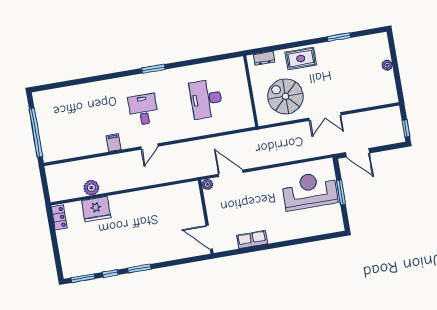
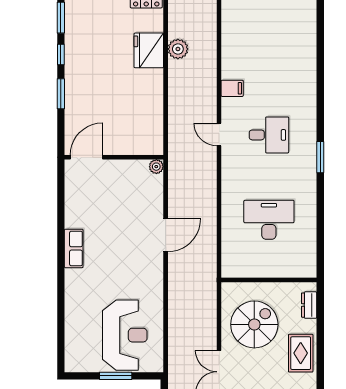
plant: (207, 184) -> (156, 167), moved
wall: (206, 217) -> (114, 157), moved
door: (209, 237) -> (86, 157), moved

